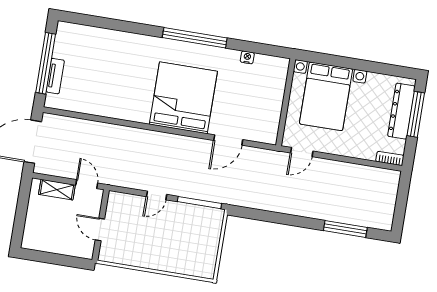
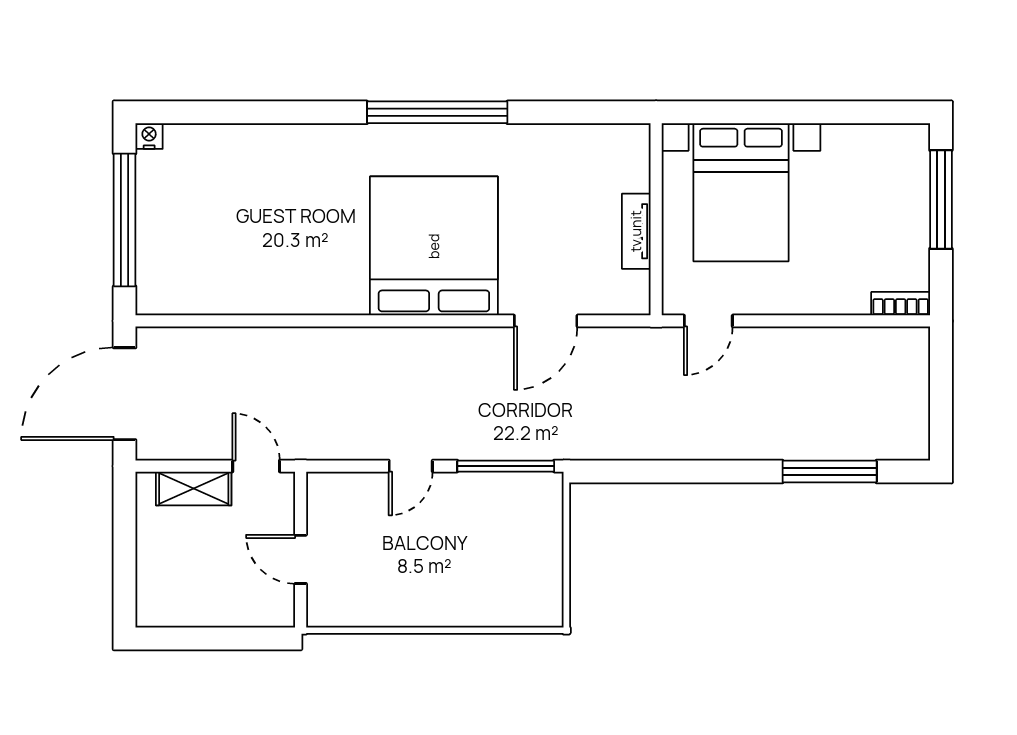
nightstand: (247, 57) -> (149, 136), moved
tv unit: (55, 76) -> (636, 231), moved, turned 180
dresser: (401, 111) -> (909, 198), removed

